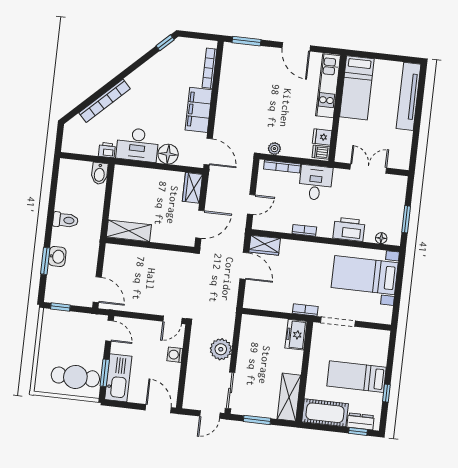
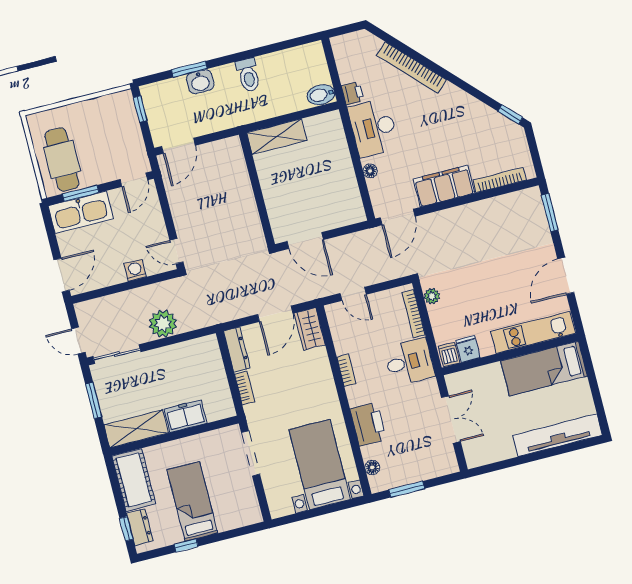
floor lamp: (168, 154) -> (370, 171), width x0.53, depth x0.53
wardrobe: (192, 188) -> (346, 215), removed
shelving: (129, 231) -> (277, 136), moved, turned 90
dresser: (260, 303) -> (237, 350), added
bookcase: (305, 310) -> (245, 388), moved
freezer: (296, 335) -> (185, 416), moved

